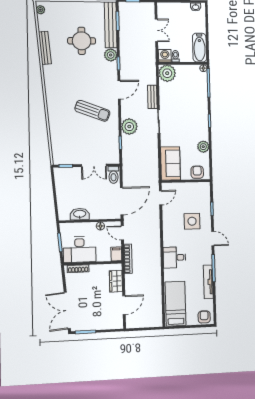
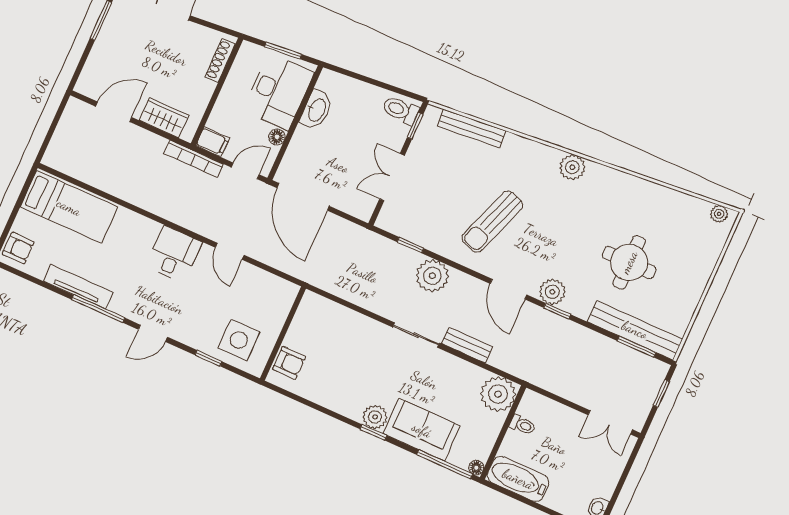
double door: (156, 30) -> (610, 422), moved
bench: (45, 48) -> (471, 129), moved
plant: (111, 55) -> (552, 292), moved
washing machine: (165, 56) -> (532, 405), removed
plant: (51, 86) -> (572, 167), added
plant: (203, 147) -> (375, 417), moved
sofa: (170, 163) -> (422, 430), moved, turned 180
toilet: (113, 175) -> (400, 110), moved
door: (161, 198) -> (230, 251), moved
side table: (192, 221) -> (239, 340), moved
desk: (80, 250) -> (279, 91), moved, turned 180
desk: (174, 258) -> (174, 254), moved
door: (124, 305) -> (114, 112), swing flipped

